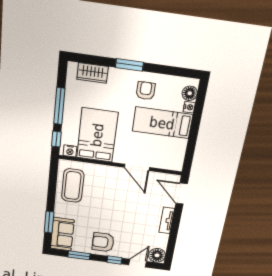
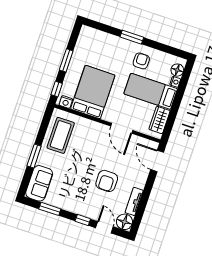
wardrobe: (93, 73) -> (159, 120), moved, turned 90
window: (59, 106) -> (66, 60), width x0.69
tv unit: (167, 220) -> (134, 201), moved
window: (49, 222) -> (34, 156), moved
armchair: (103, 242) -> (107, 181), moved, turned -90
door: (138, 263) -> (104, 227), hinge flipped

